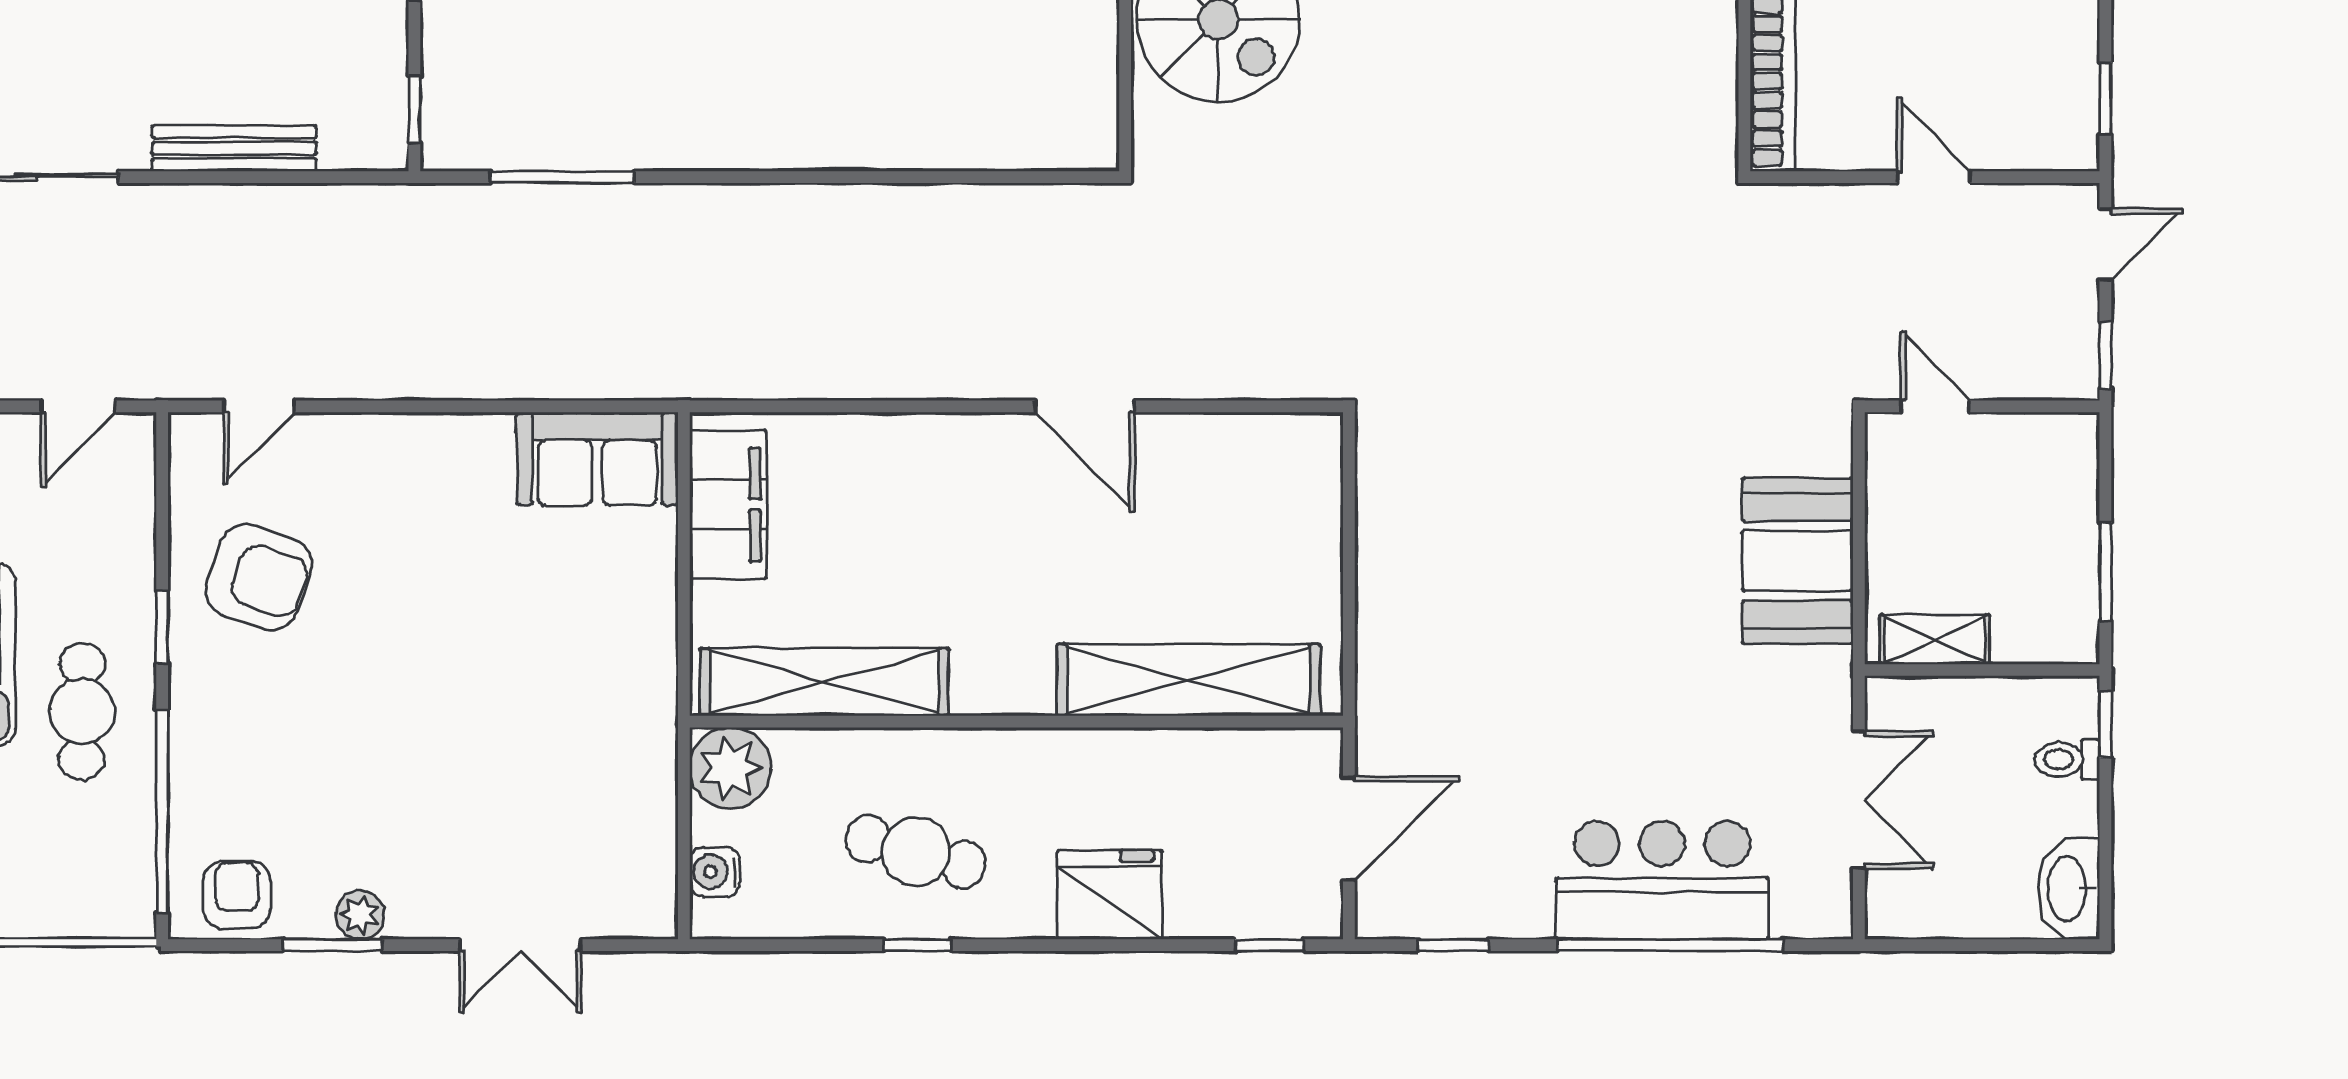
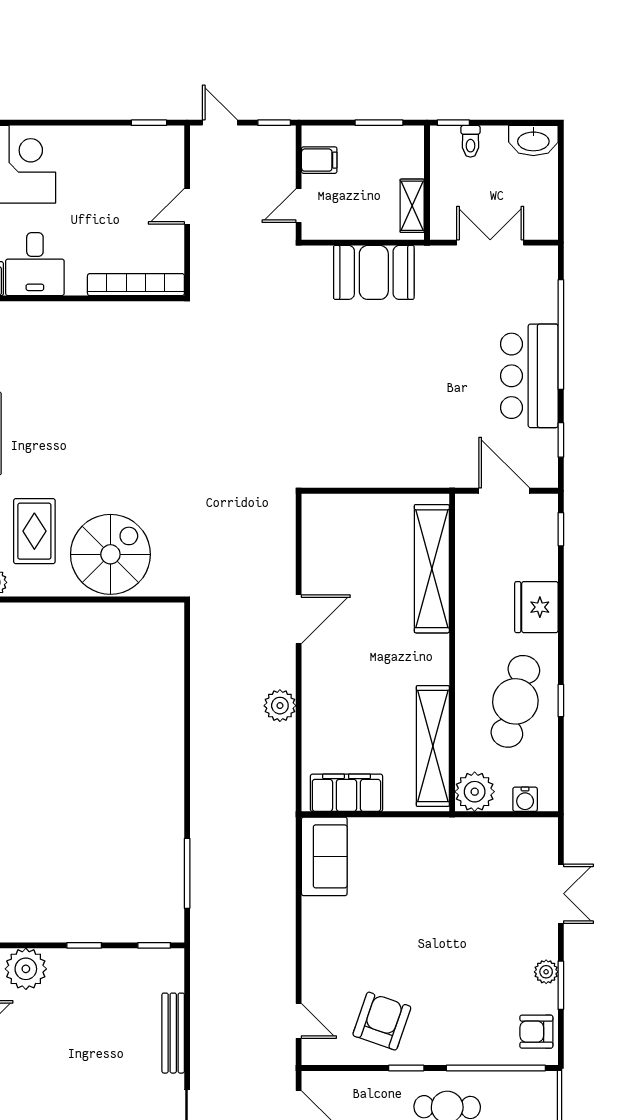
plant: (907, 368) -> (280, 706), added
filing cabinet: (2029, 448) -> (319, 160), added
cafe table: (916, 852) -> (515, 701), width x1.37, depth x1.35
bar counter: (1662, 880) -> (529, 376), moved

